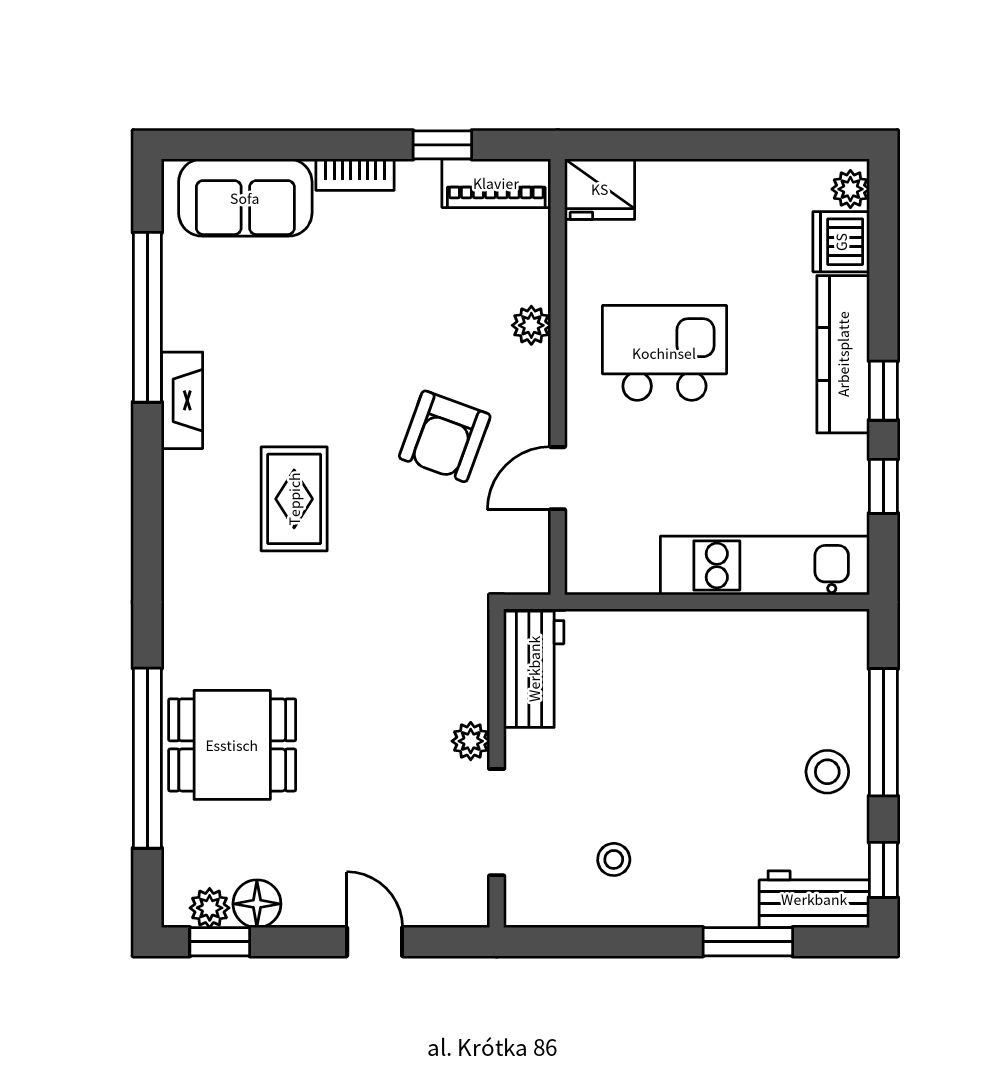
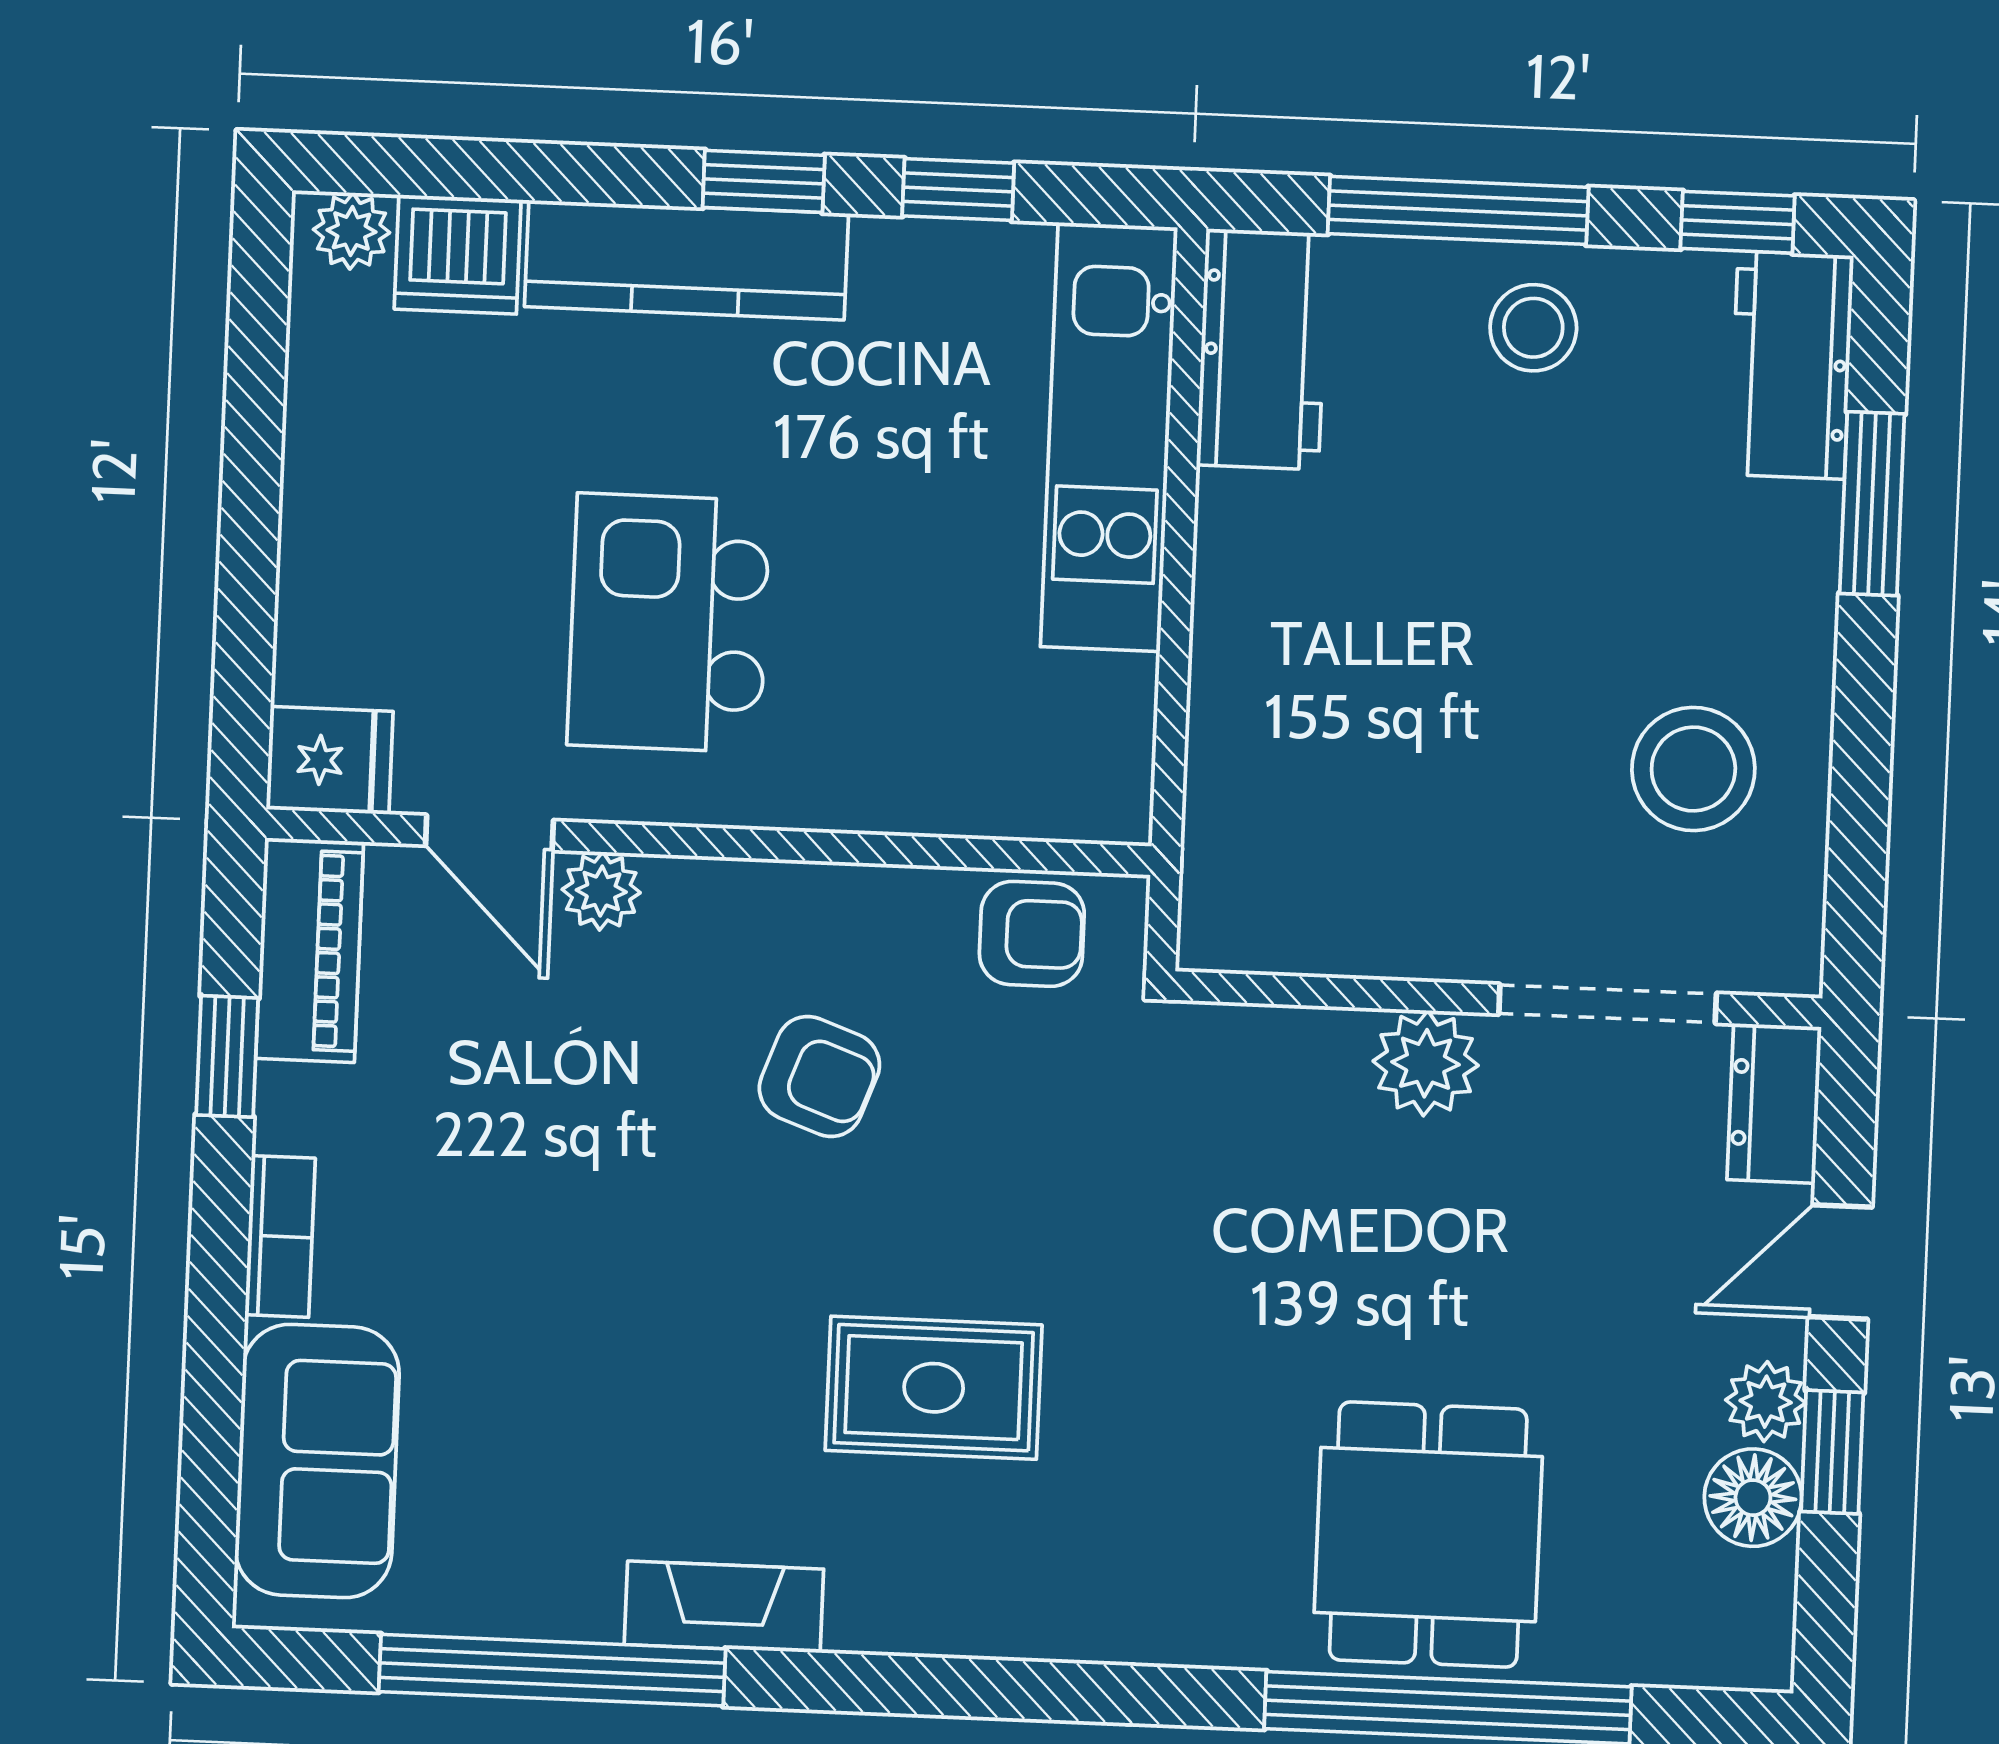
fridge: (600, 189) -> (330, 760), width x0.72
armchair: (445, 436) -> (819, 1076), width x0.72, depth x0.72
door: (558, 478) -> (489, 833), moved
armchair: (519, 538) -> (1032, 934), added
workbench: (534, 669) -> (1262, 349), moved, turned 90
plant: (471, 741) -> (1426, 1063), width x1.38, depth x1.38
stool: (614, 859) -> (1693, 769), width x1.89, depth x1.89
dresser: (451, 906) -> (1774, 1103), added
plant: (210, 908) -> (1766, 1402), moved
window: (220, 942) -> (1832, 1452), moved

